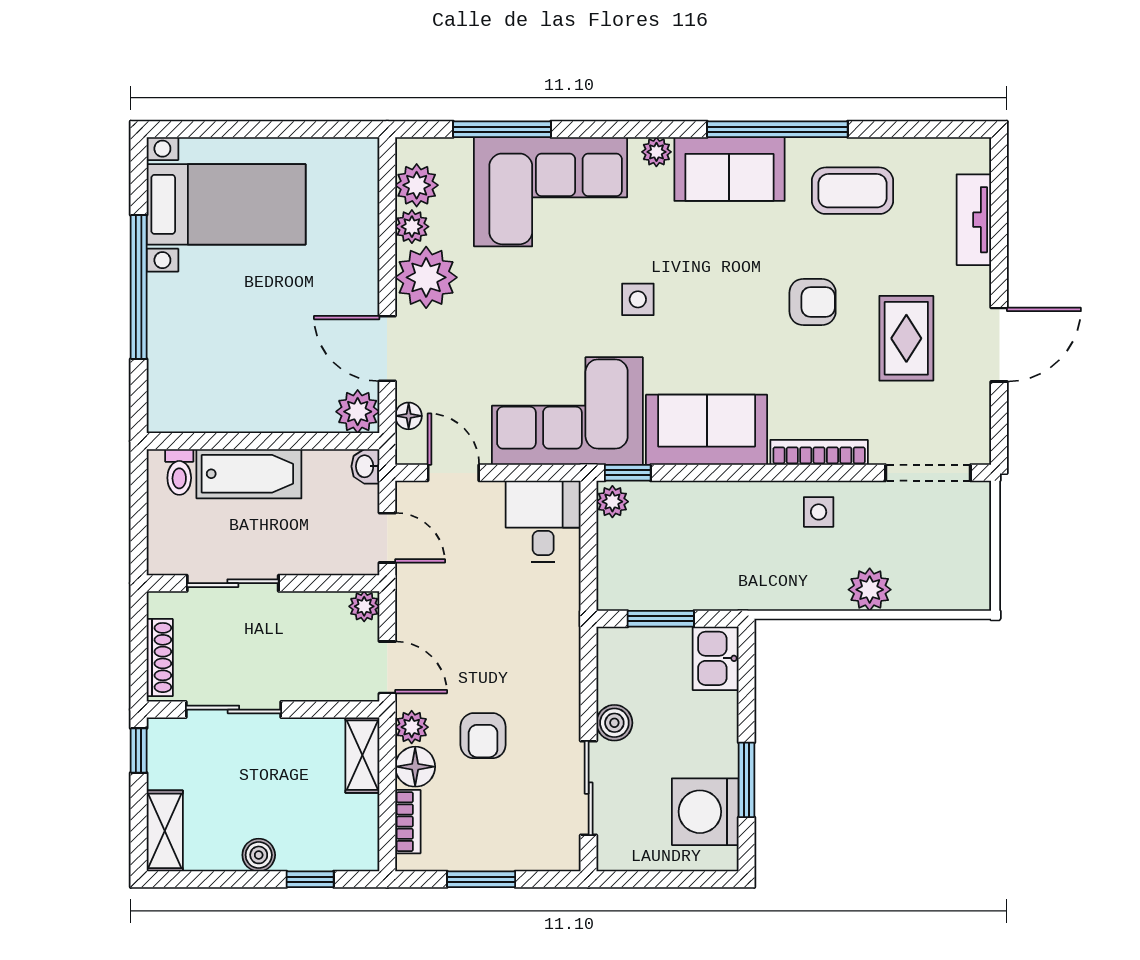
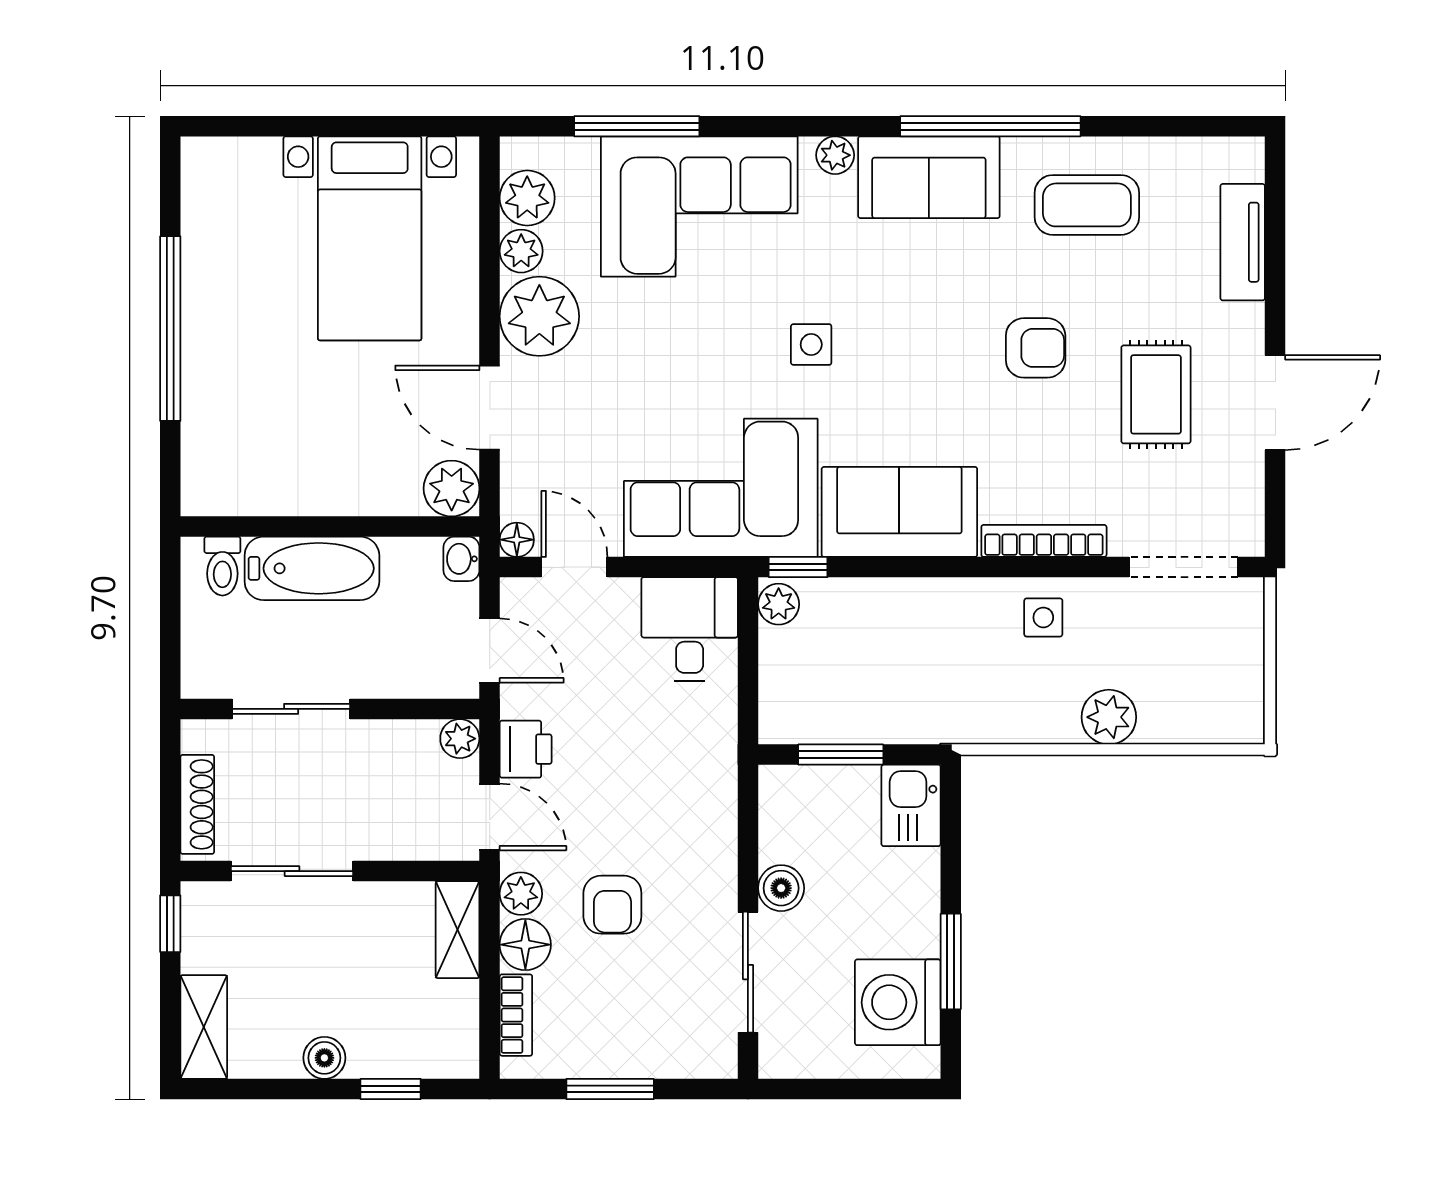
bed with nightstands: (226, 204) -> (370, 238), moved, turned 90
floor lamp: (409, 416) -> (517, 540), moved
printer: (415, 615) -> (526, 749), added

